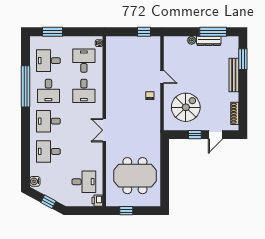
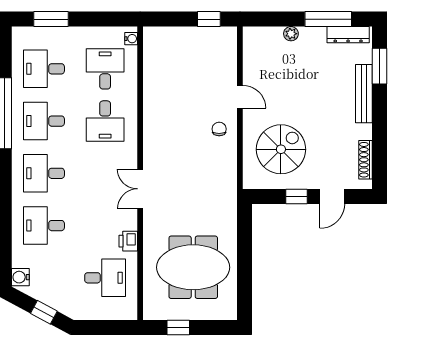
dresser: (209, 41) -> (348, 35), moved
desk: (48, 91) -> (44, 121), turned 90
printer: (97, 201) -> (128, 241), moved

